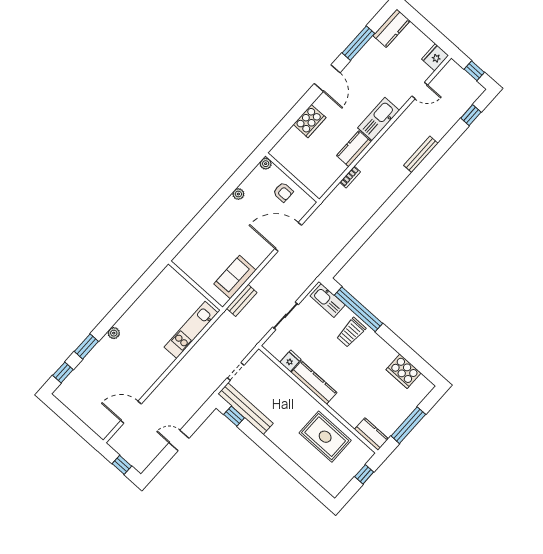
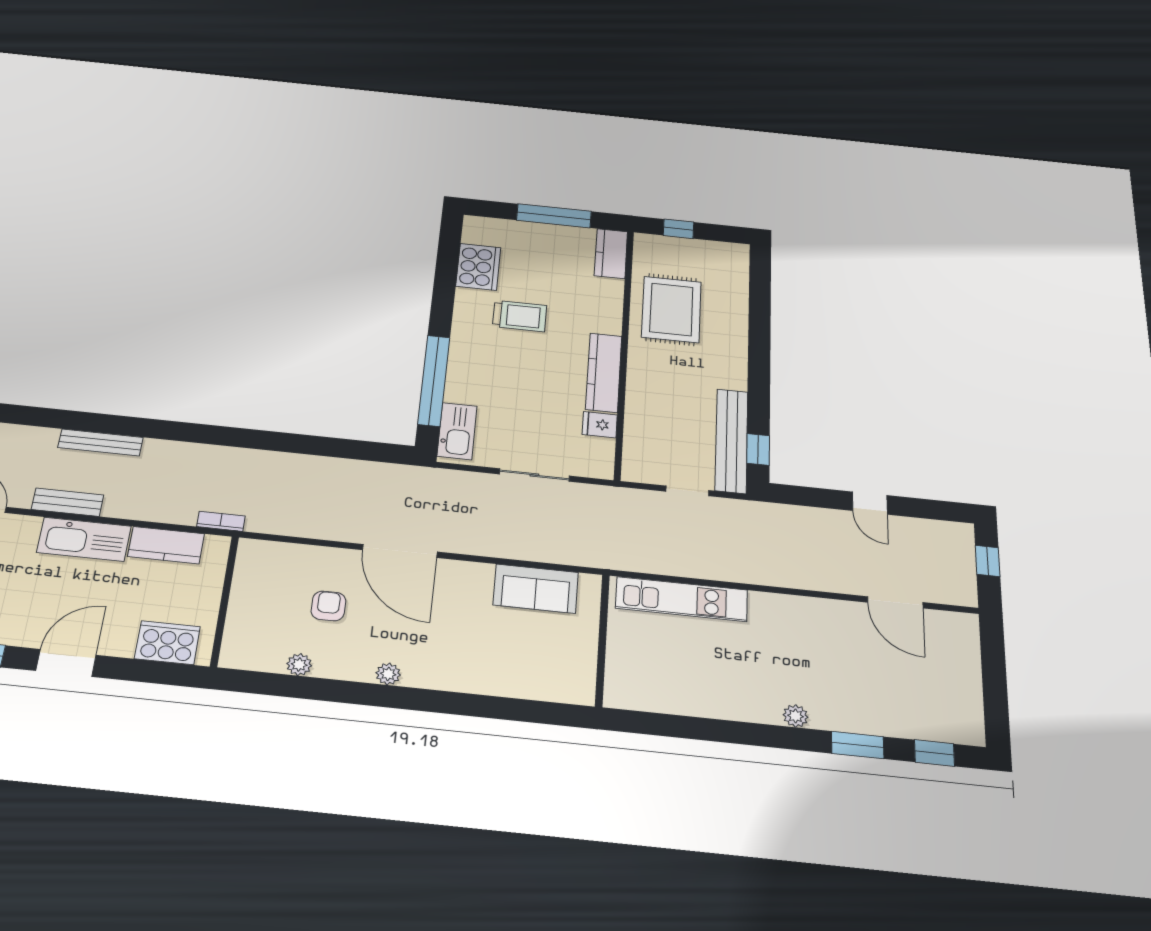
wall: (292, 178) -> (225, 601), moved
bench: (242, 300) -> (67, 502), moved
trolley: (351, 332) -> (520, 316), moved

